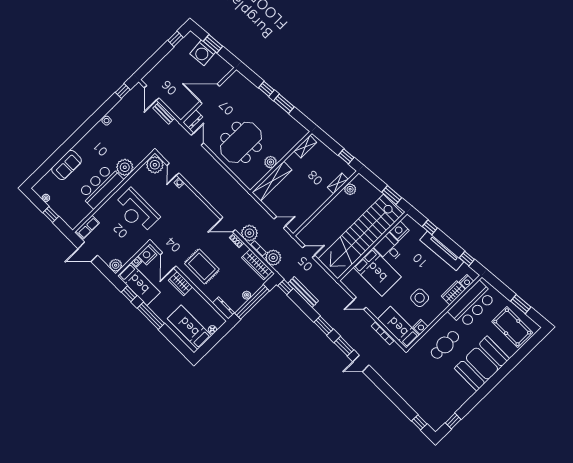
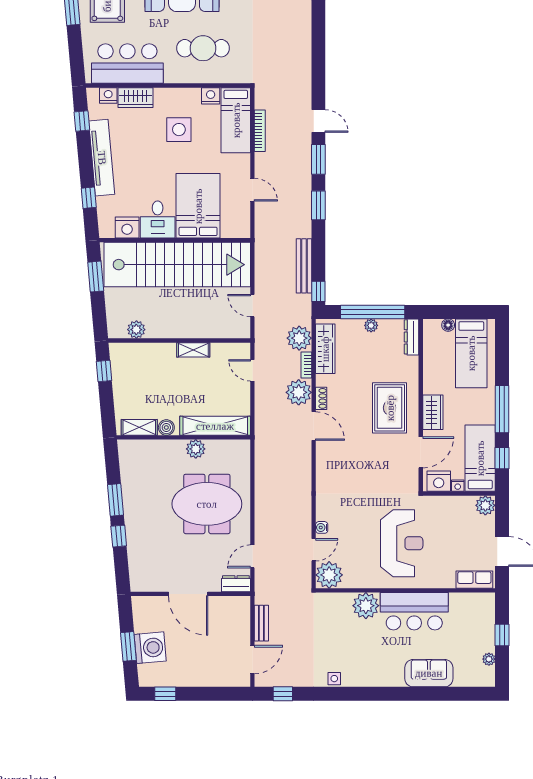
boiler: (293, 159) -> (166, 428), added
shelving: (338, 183) -> (193, 350), moved

